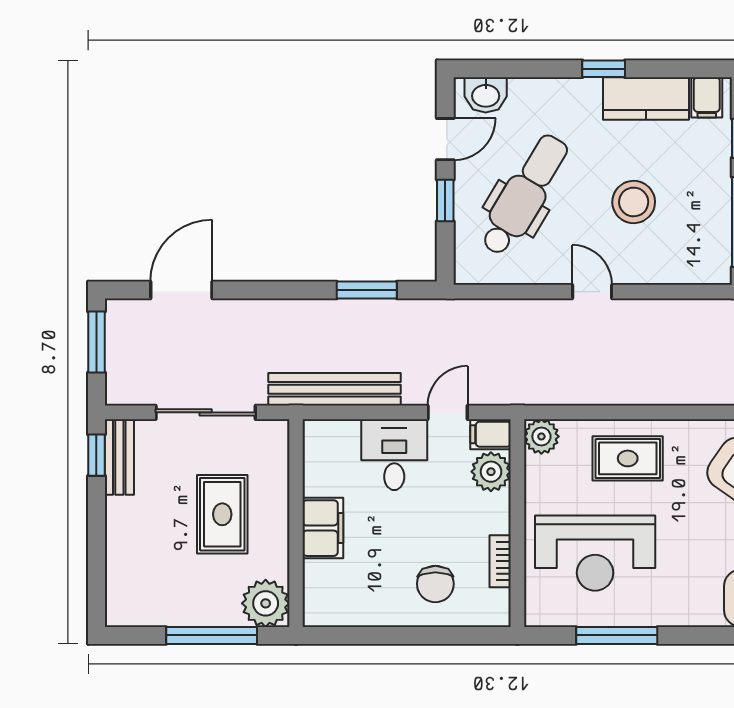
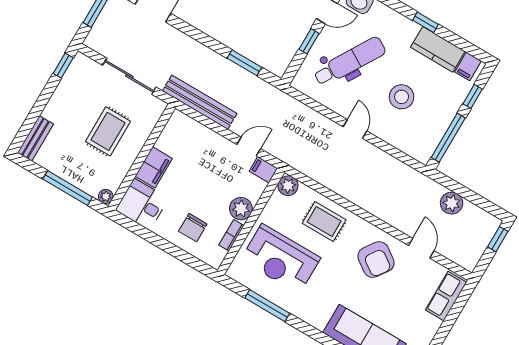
desk: (394, 455) -> (142, 204), moved, turned -90
bench: (119, 457) -> (35, 138), moved
plant: (491, 472) -> (241, 209), moved
plant: (266, 603) -> (106, 196), width x0.53, depth x0.53

